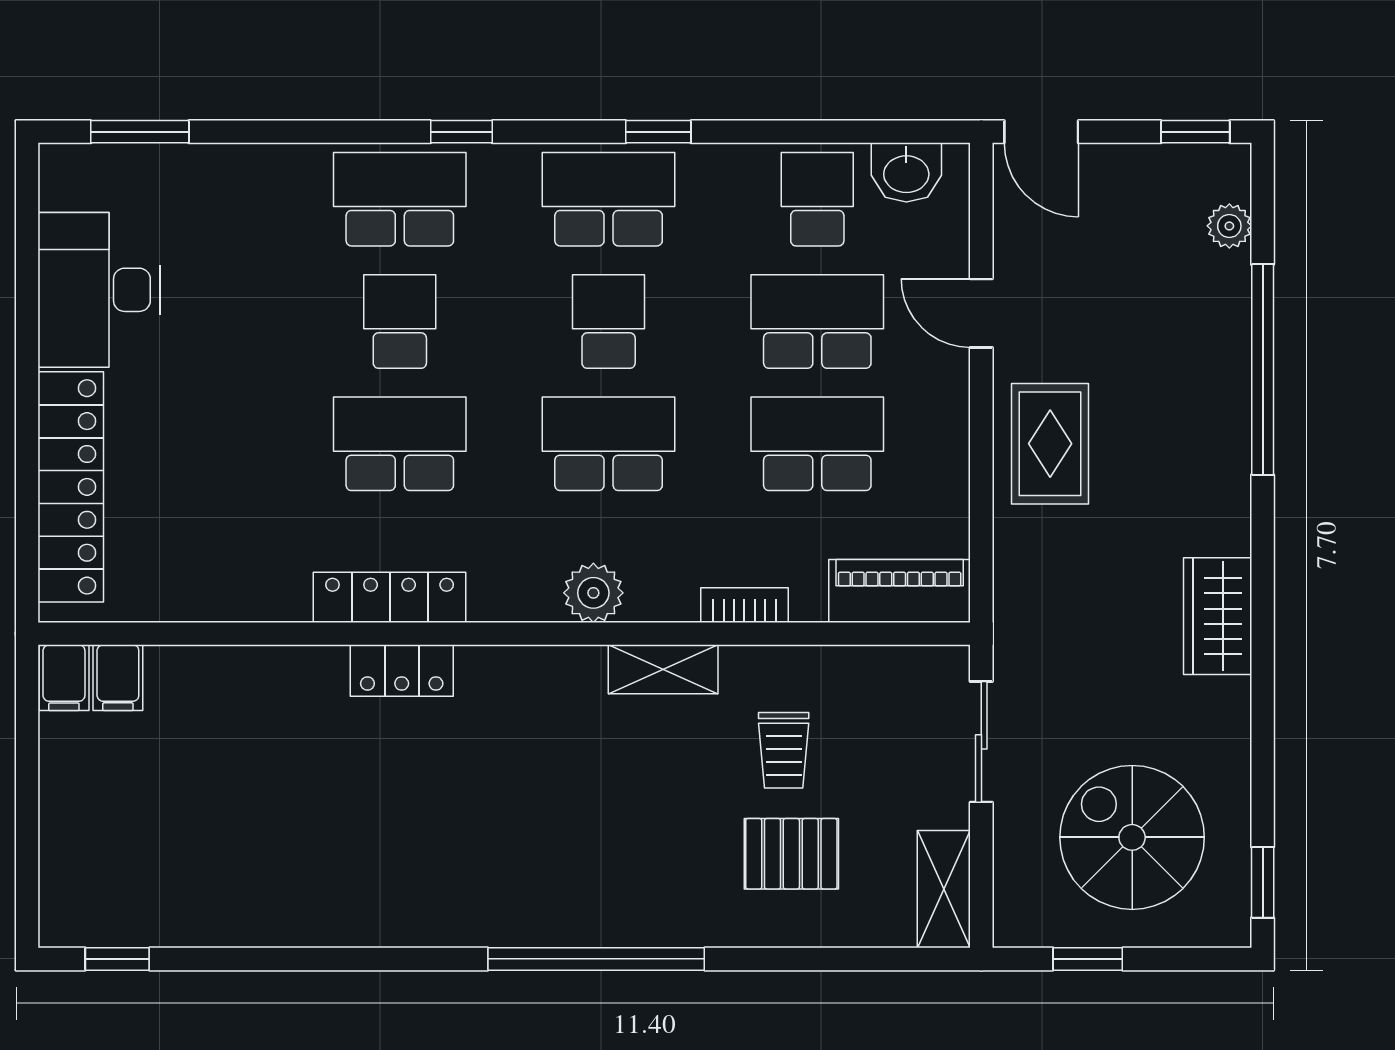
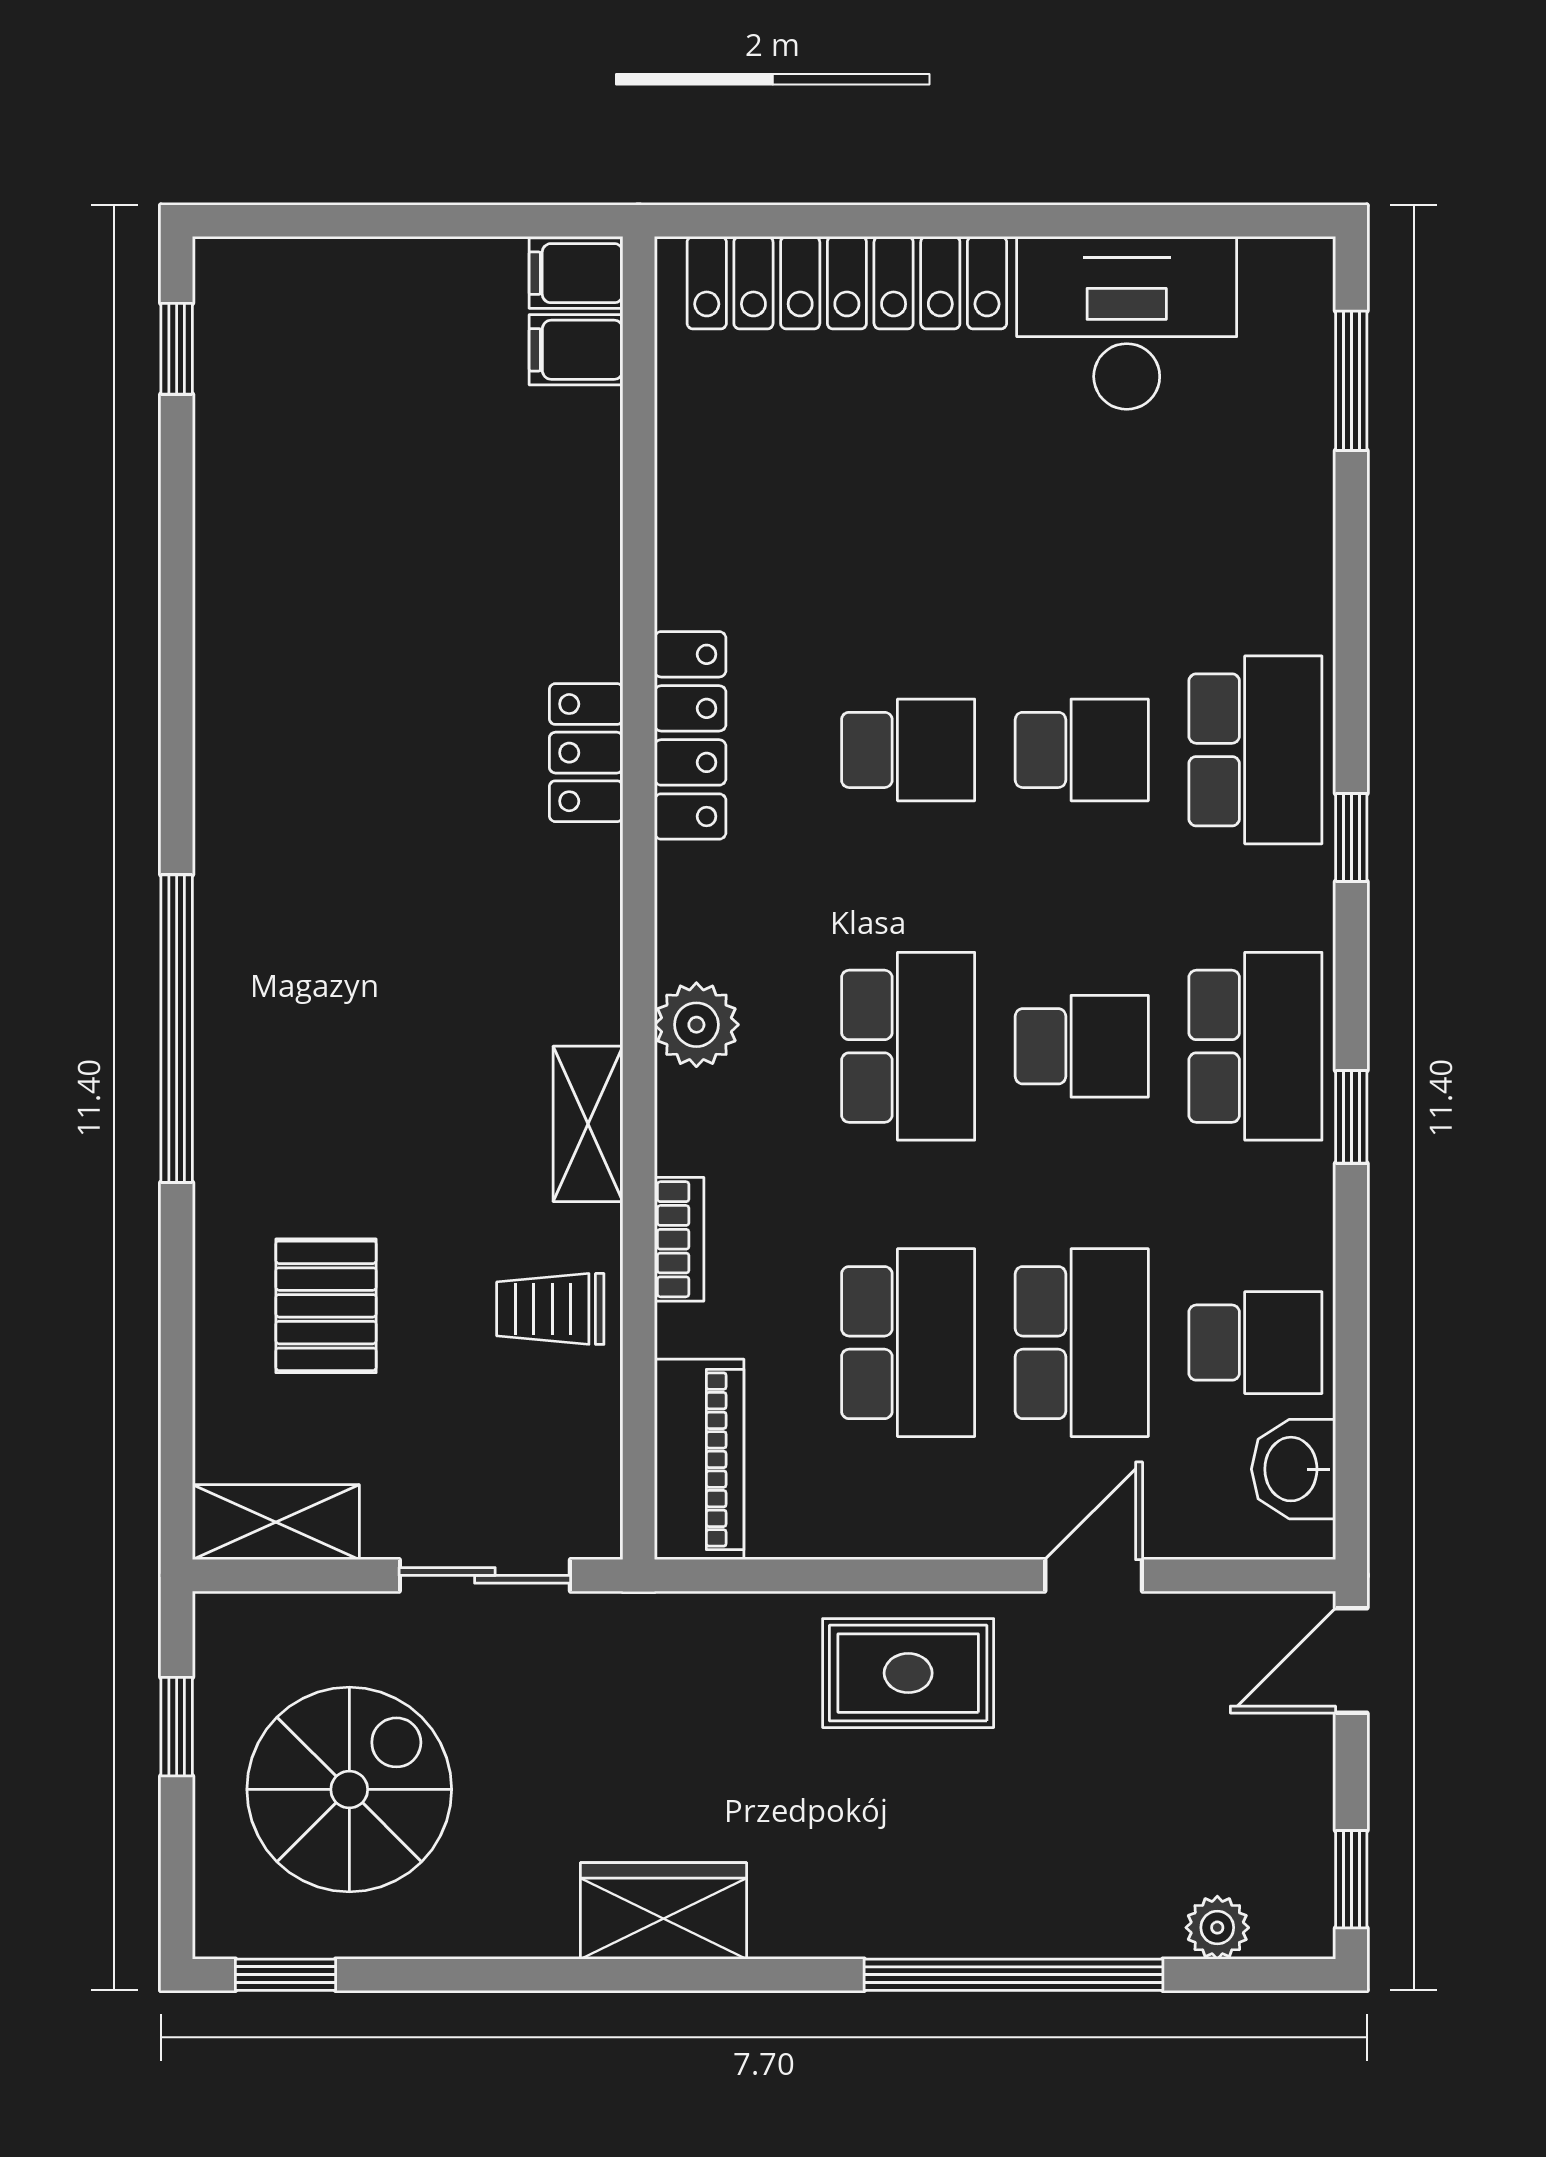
school desk: (400, 444) -> (908, 750), width x0.54
trolley: (784, 750) -> (550, 1309), moved

